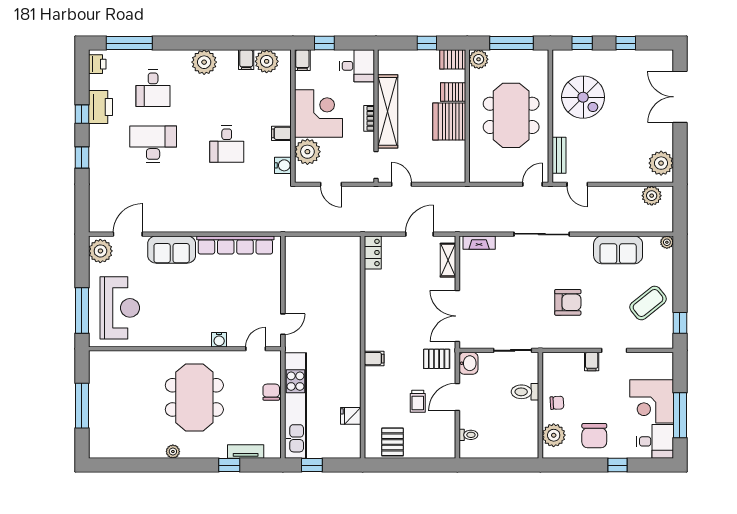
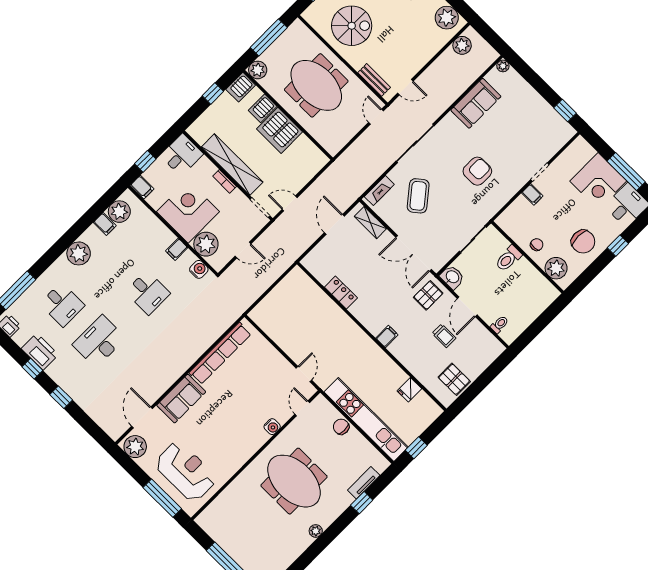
locker: (373, 252) -> (341, 292), moved
coffee table: (648, 303) -> (418, 196), moved

